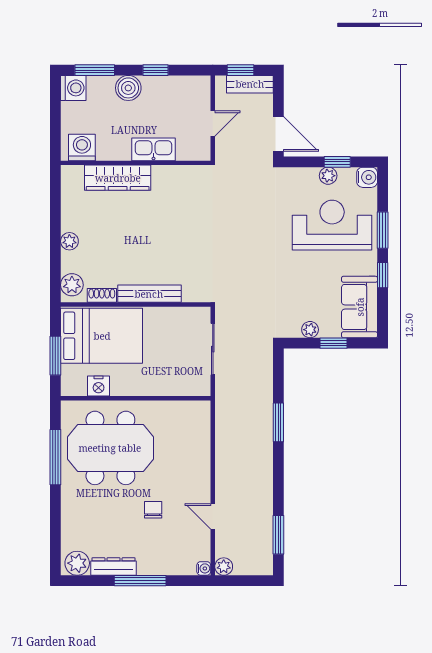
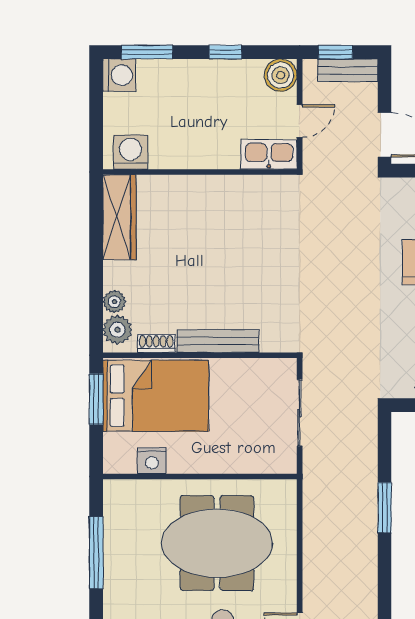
boiler: (128, 88) -> (281, 75), moved
kitchen sink: (154, 149) -> (269, 155), moved
wardrobe: (118, 178) -> (119, 217), moved, turned -90
plant: (69, 241) -> (114, 302), moved
window: (55, 356) -> (96, 399), moved
meeting table: (110, 448) -> (217, 543), moved

